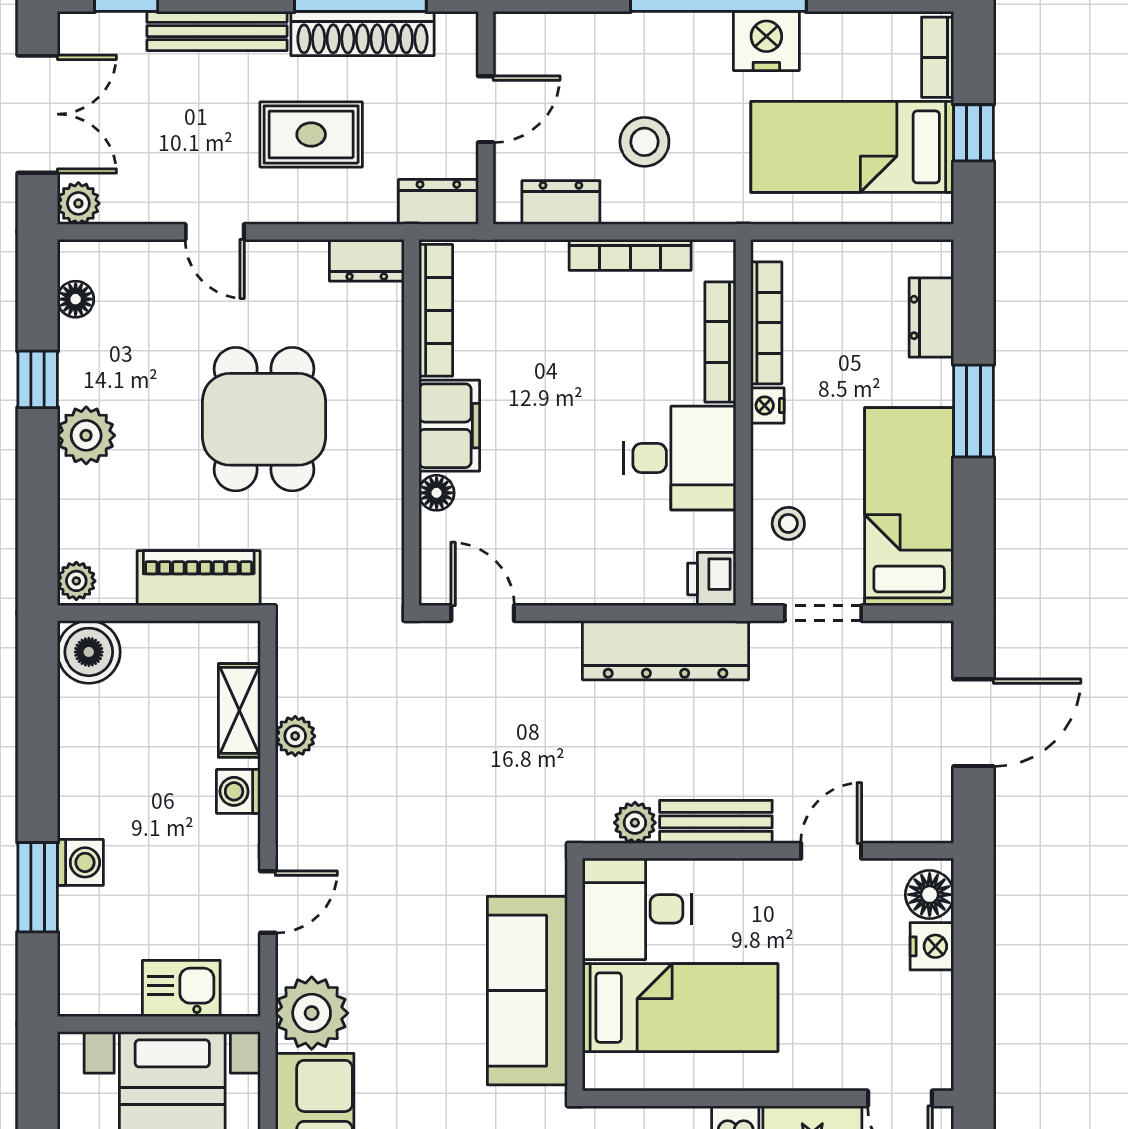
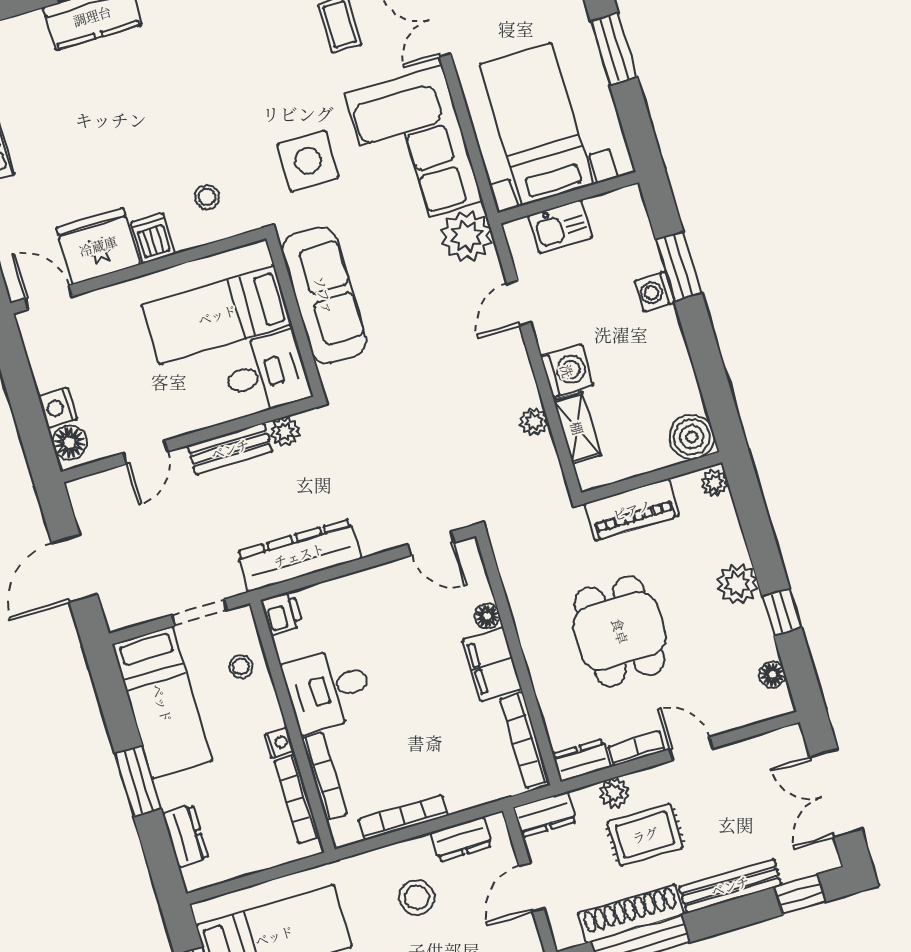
plant: (78, 203) -> (614, 793), moved
bookcase: (288, 254) -> (637, 749), added
washing machine: (238, 791) -> (567, 371), width x1.38, depth x1.38

